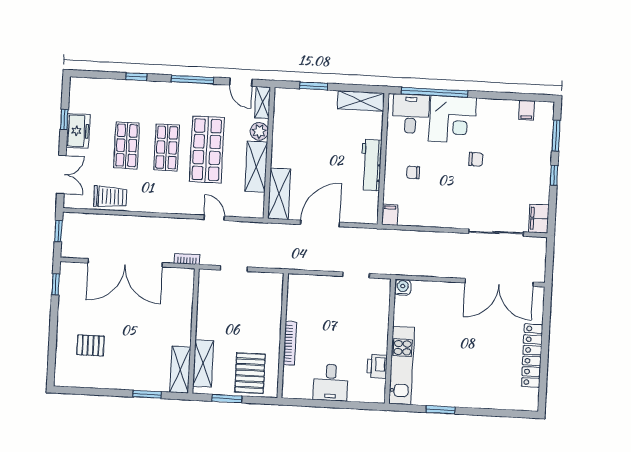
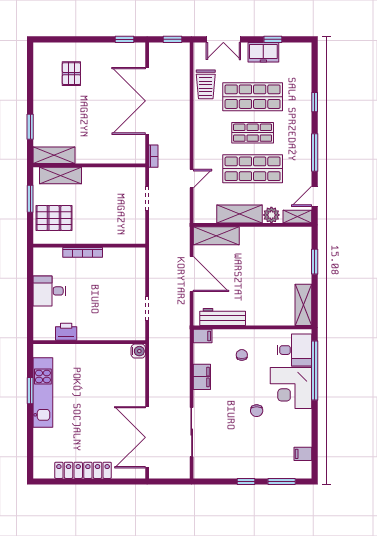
shop shelf: (127, 145) -> (253, 97), width x1.43, depth x1.36
workbench: (371, 165) -> (223, 317), moved
filing cabinet: (539, 219) -> (202, 377), moved, turned 90
kitchen unit: (402, 366) -> (43, 393), moved, turned -90

